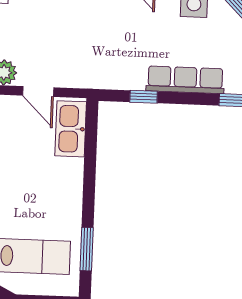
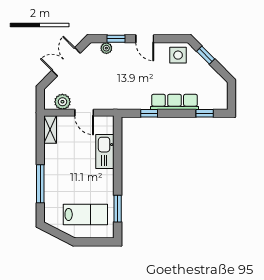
kitchen sink: (71, 129) -> (105, 151), moved

